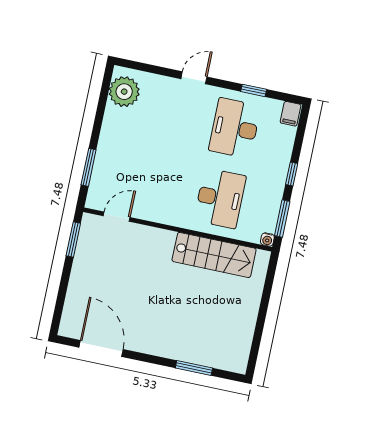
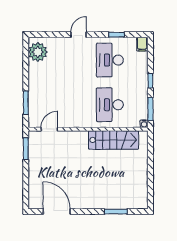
desk: (220, 198) -> (110, 105), turned 180

